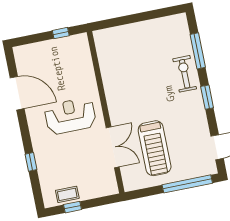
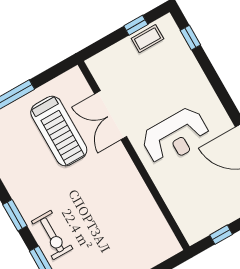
treadmill: (155, 148) -> (59, 131), turned 180
window: (31, 162) -> (190, 38), moved

